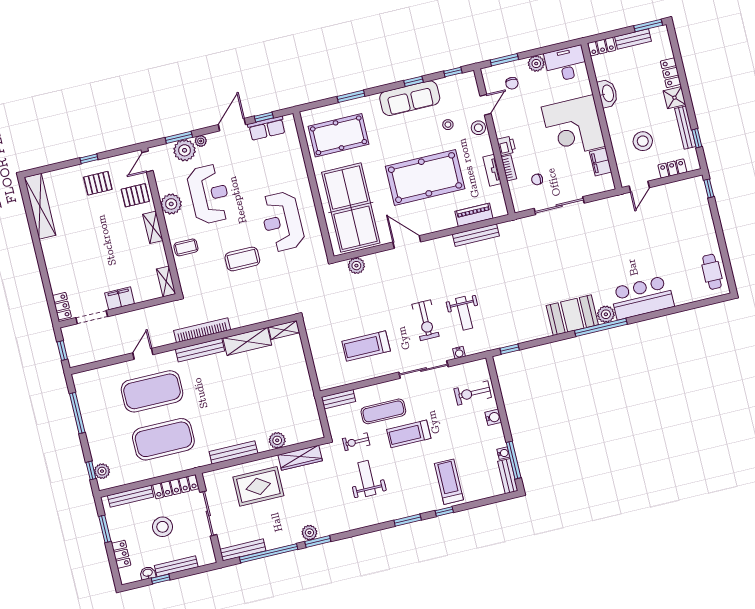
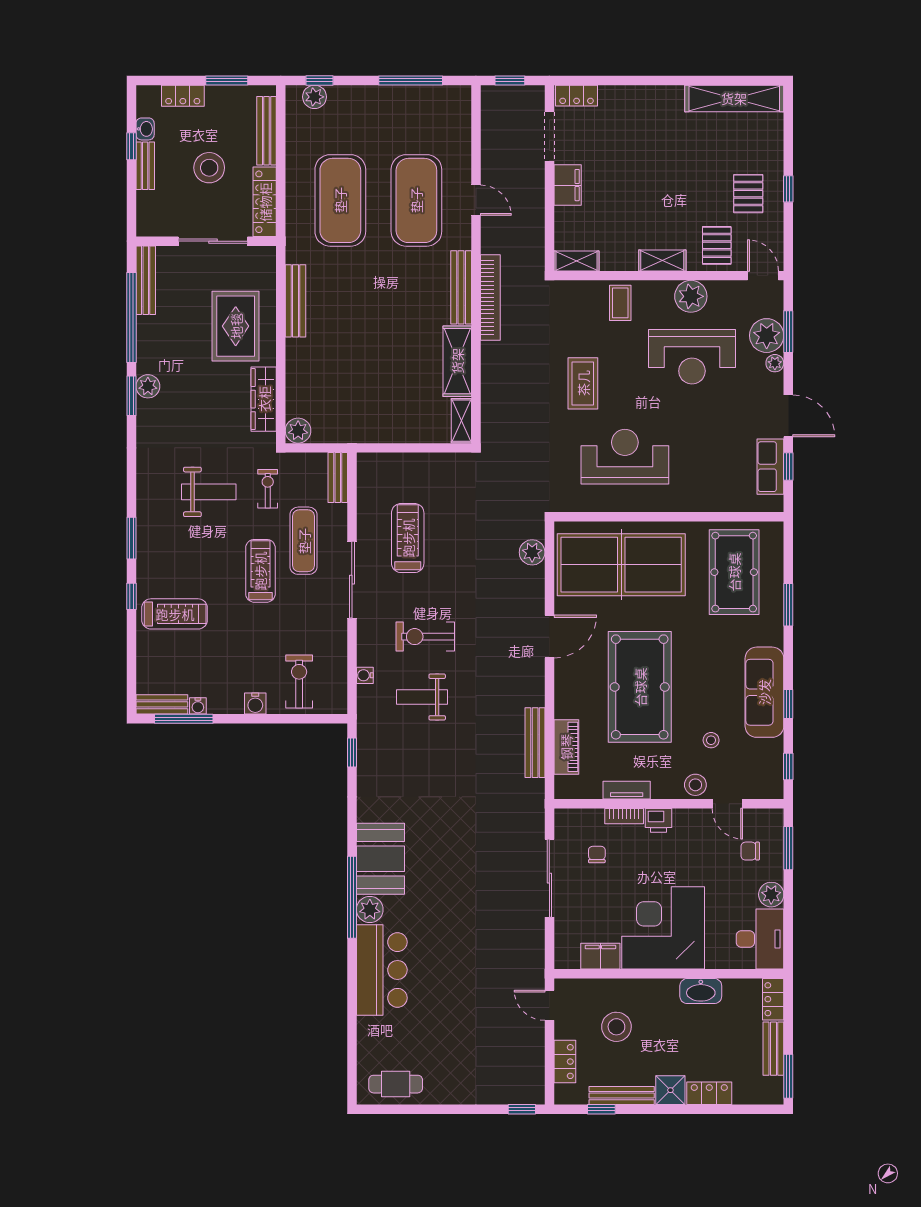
sliding door: (423, 370) -> (352, 580), moved
plant: (277, 440) -> (298, 431), moved
bench: (176, 566) -> (145, 166), width x0.73

